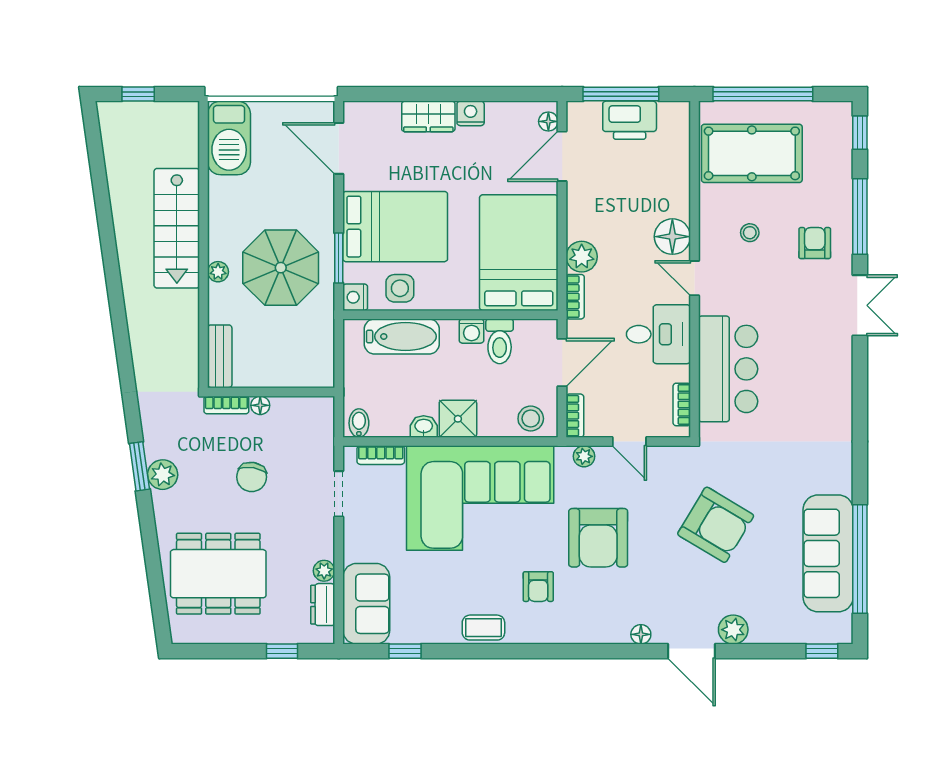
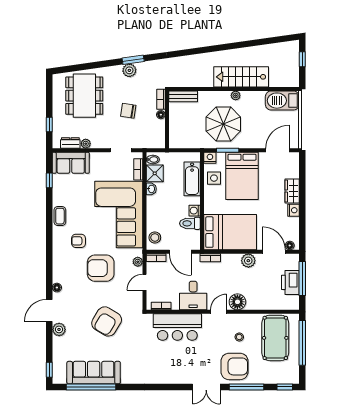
armchair: (815, 243) -> (234, 366), width x1.88, depth x1.88
plant: (582, 257) -> (248, 261), moved
plant: (218, 272) -> (236, 96), moved
shower: (458, 419) -> (155, 173), moved

